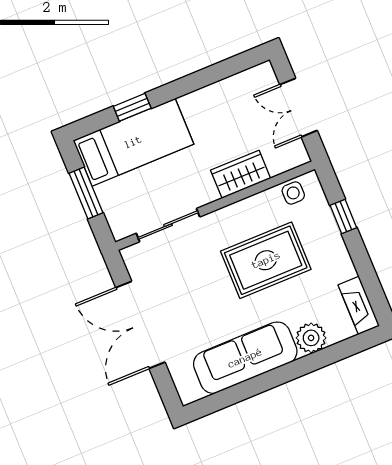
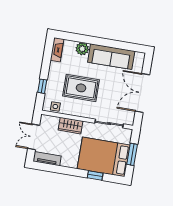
tv unit: (246, 82) -> (47, 159), added
double door: (298, 108) -> (34, 137), swing flipped
bed: (133, 142) -> (104, 157), width x1.50
double door: (140, 325) -> (142, 93), swing flipped

